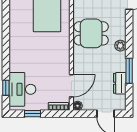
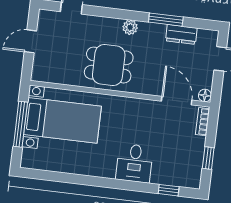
dining table: (91, 33) -> (109, 65), turned 90
desk: (22, 89) -> (134, 163), moved, width x0.73

